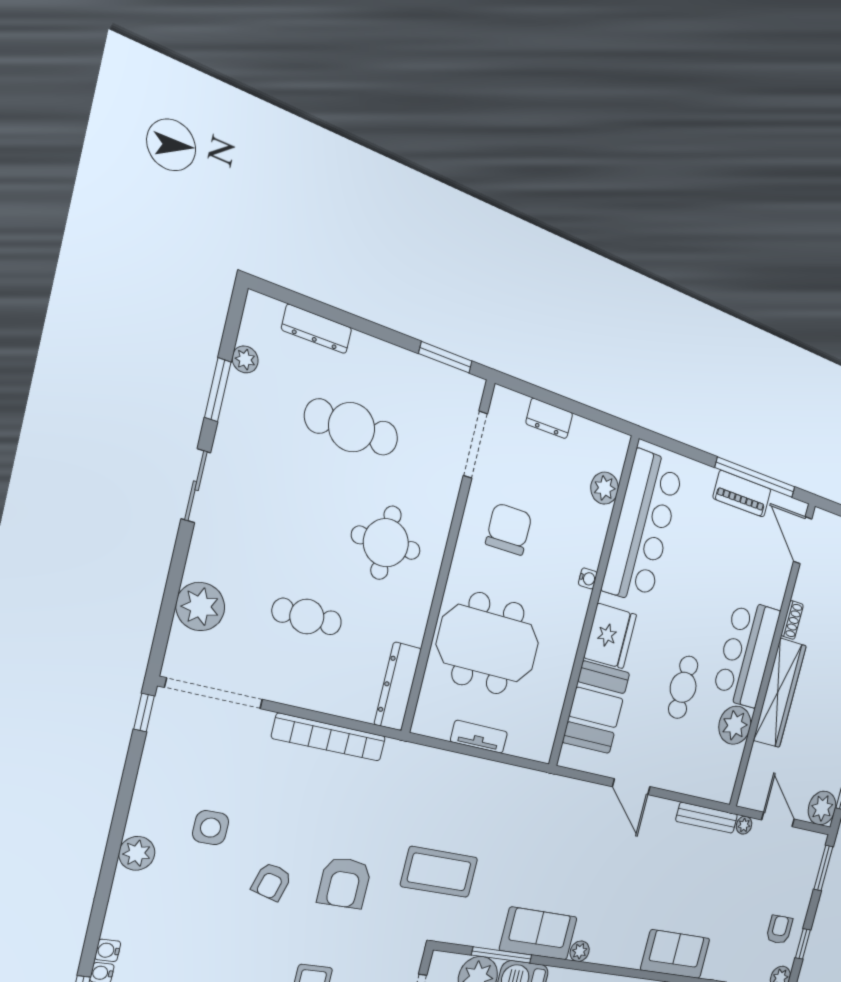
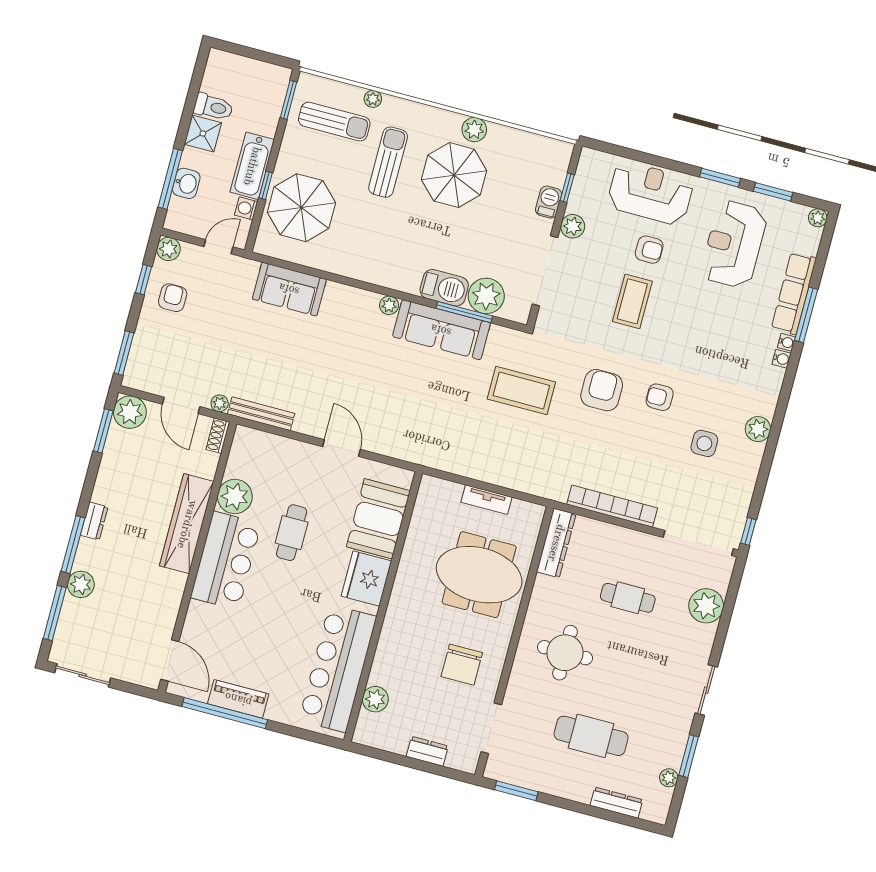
water cooler: (588, 578) -> (389, 626), removed
shoe rack: (792, 620) -> (218, 436), moved
armchair: (272, 882) -> (660, 397), turned -106
armchair: (779, 930) -> (173, 298), turned 180
sofa: (538, 934) -> (441, 330), width x1.36

